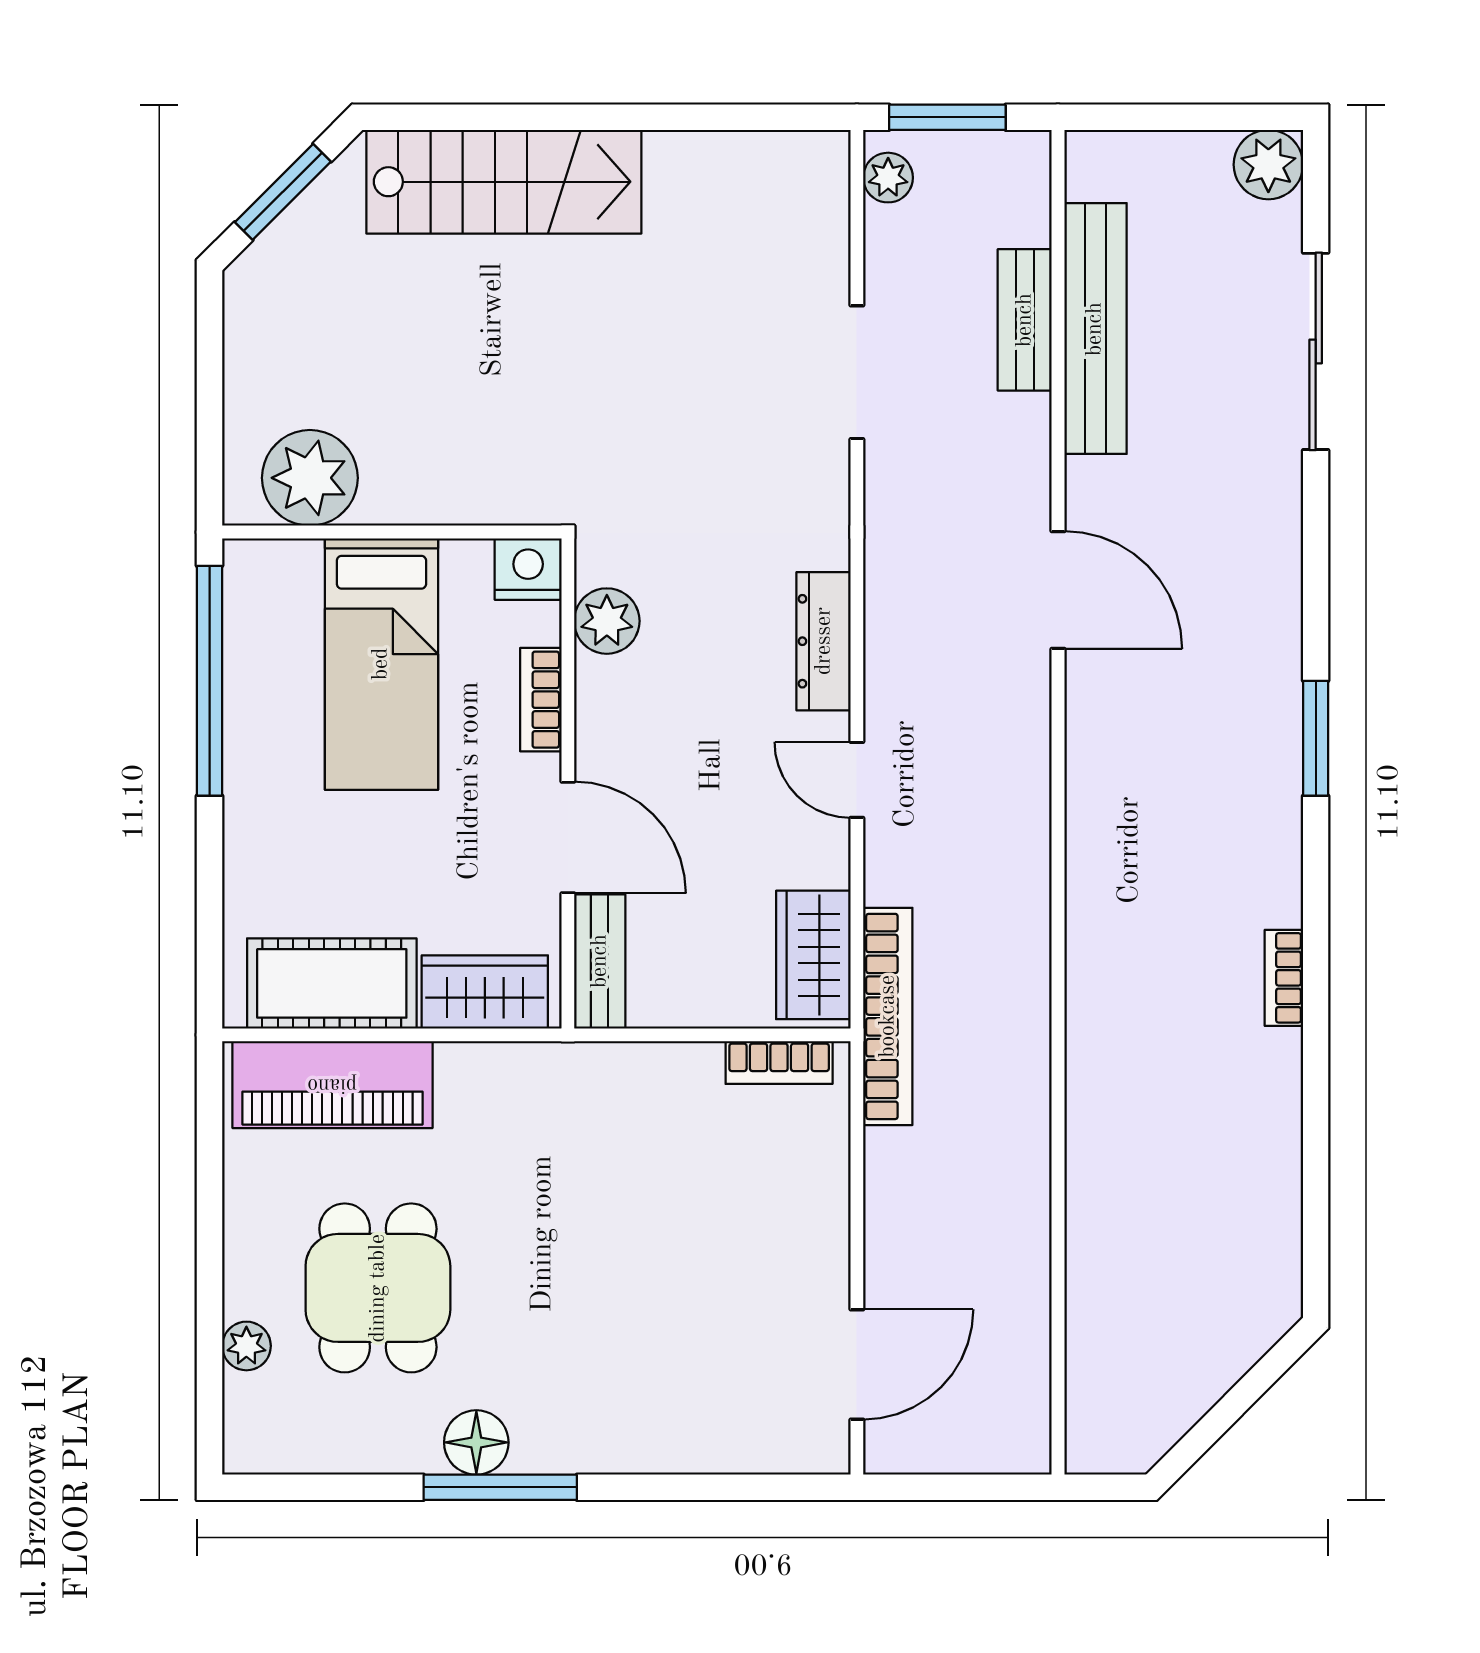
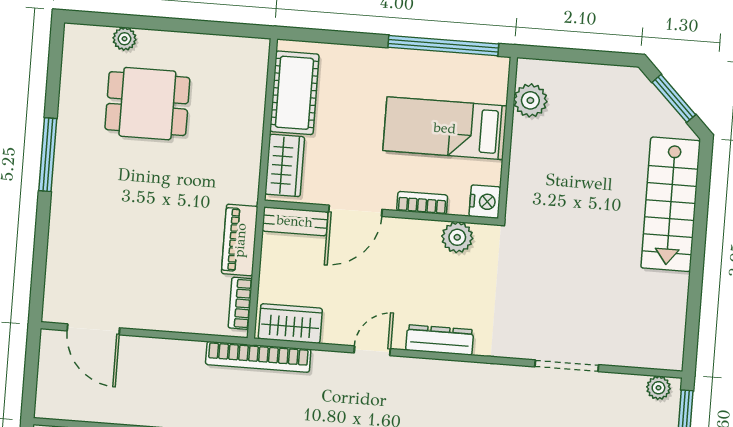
plant: (310, 478) -> (530, 100), width x0.73, depth x0.73
piano: (332, 1085) -> (240, 240), moved, width x0.73, depth x0.75
floor lamp: (476, 1442) -> (70, 145), removed

